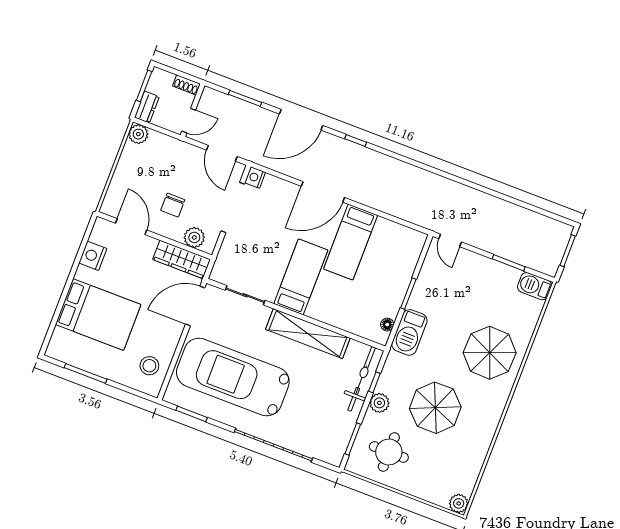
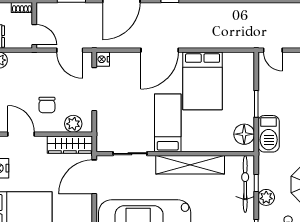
door: (189, 121) -> (34, 35), hinge flipped
bed: (351, 242) -> (203, 81), width x1.50
floor lamp: (387, 325) -> (244, 134), width x1.89, depth x1.89

